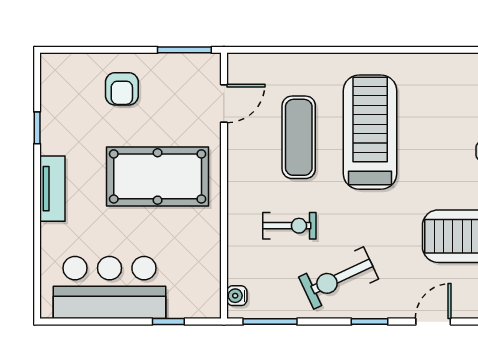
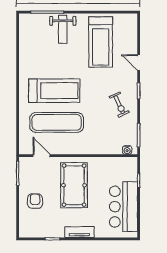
armchair: (122, 89) -> (35, 201), turned -90
treadmill: (370, 132) -> (54, 91), turned 180
exercise mat: (299, 137) -> (57, 122), width x1.36, depth x1.45
exercise bike: (289, 226) -> (96, 127), removed
exercise bike: (339, 278) -> (119, 105), width x0.73, depth x0.72

